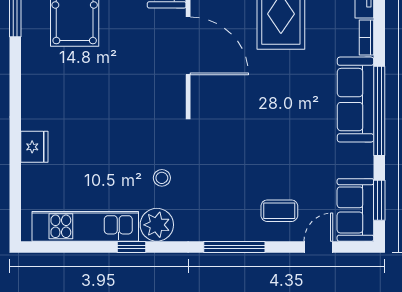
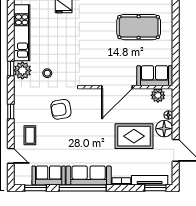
armchair: (230, 152) -> (61, 109), added
sofa: (355, 210) -> (49, 175), moved
window: (131, 247) -> (11, 69), moved
window: (234, 247) -> (11, 112), width x0.46

